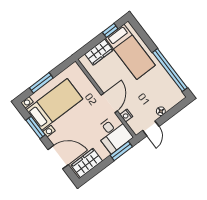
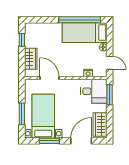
bed: (130, 52) -> (85, 33), moved, turned 180
door: (109, 103) -> (49, 78), moved

